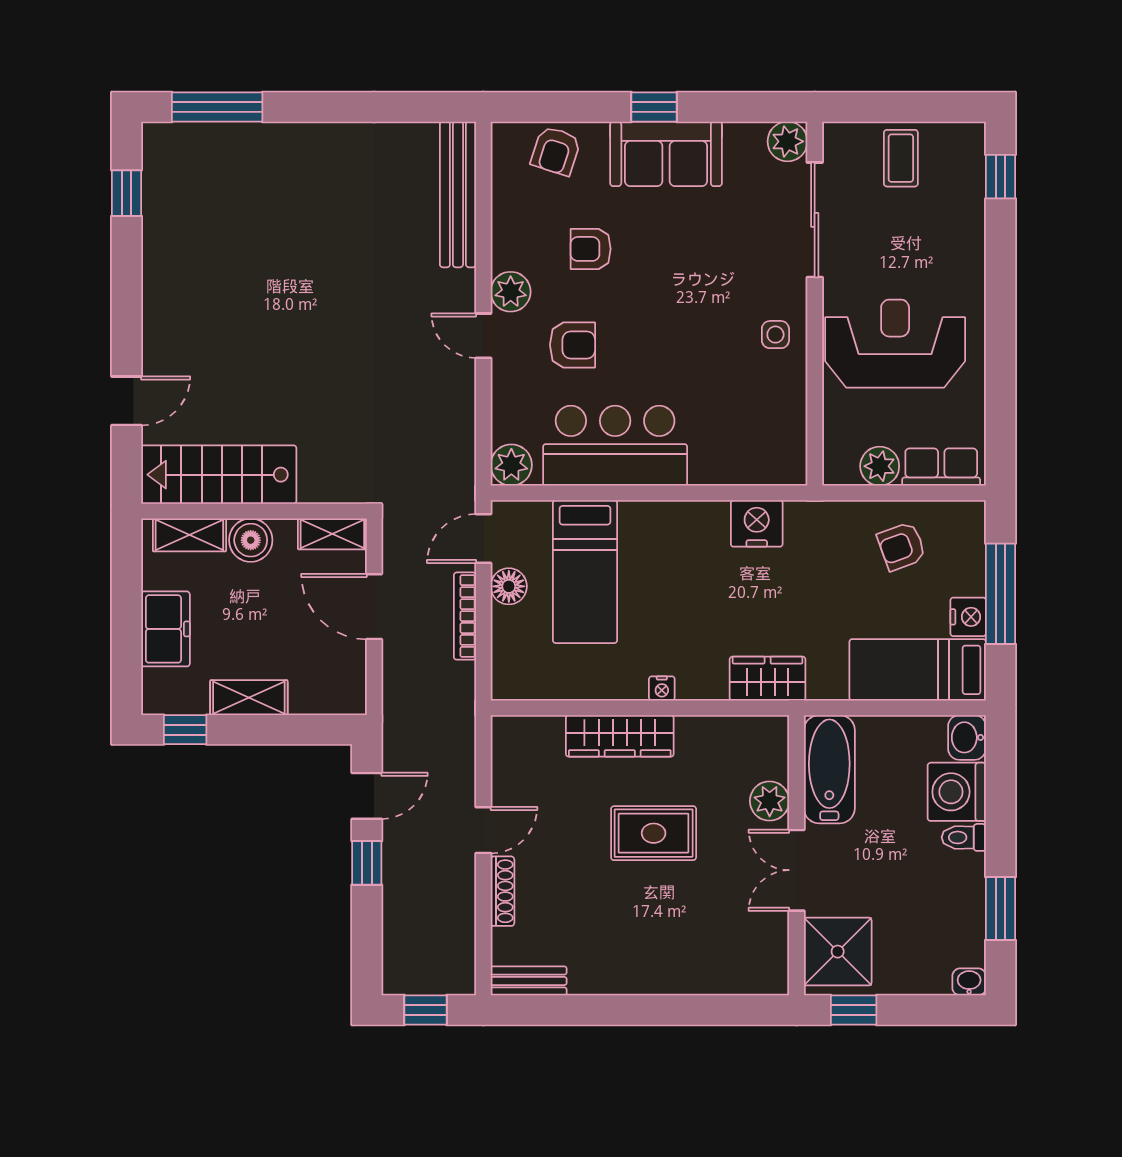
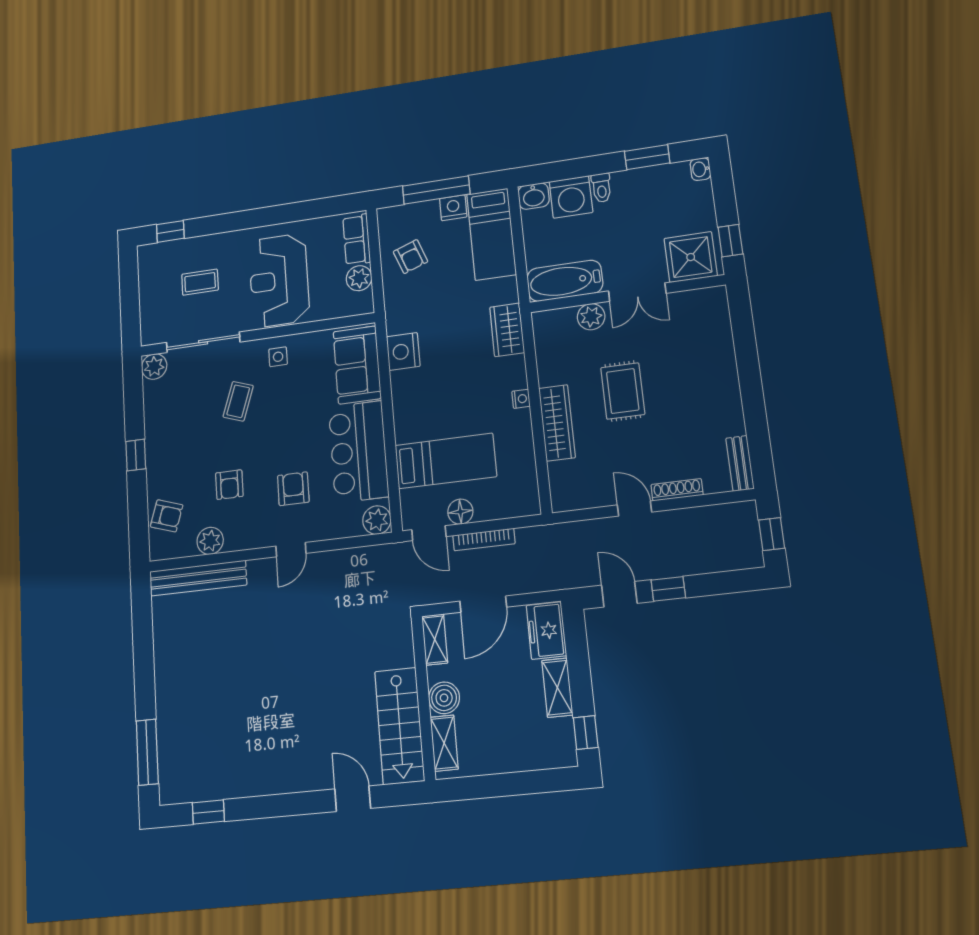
sofa: (666, 154) -> (357, 365), moved, turned 180
coffee table: (901, 158) -> (200, 282), moved
coffee table: (715, 269) -> (238, 401), added
plant: (511, 292) -> (210, 541), moved
freezer: (165, 629) -> (546, 631), moved, turned -90

